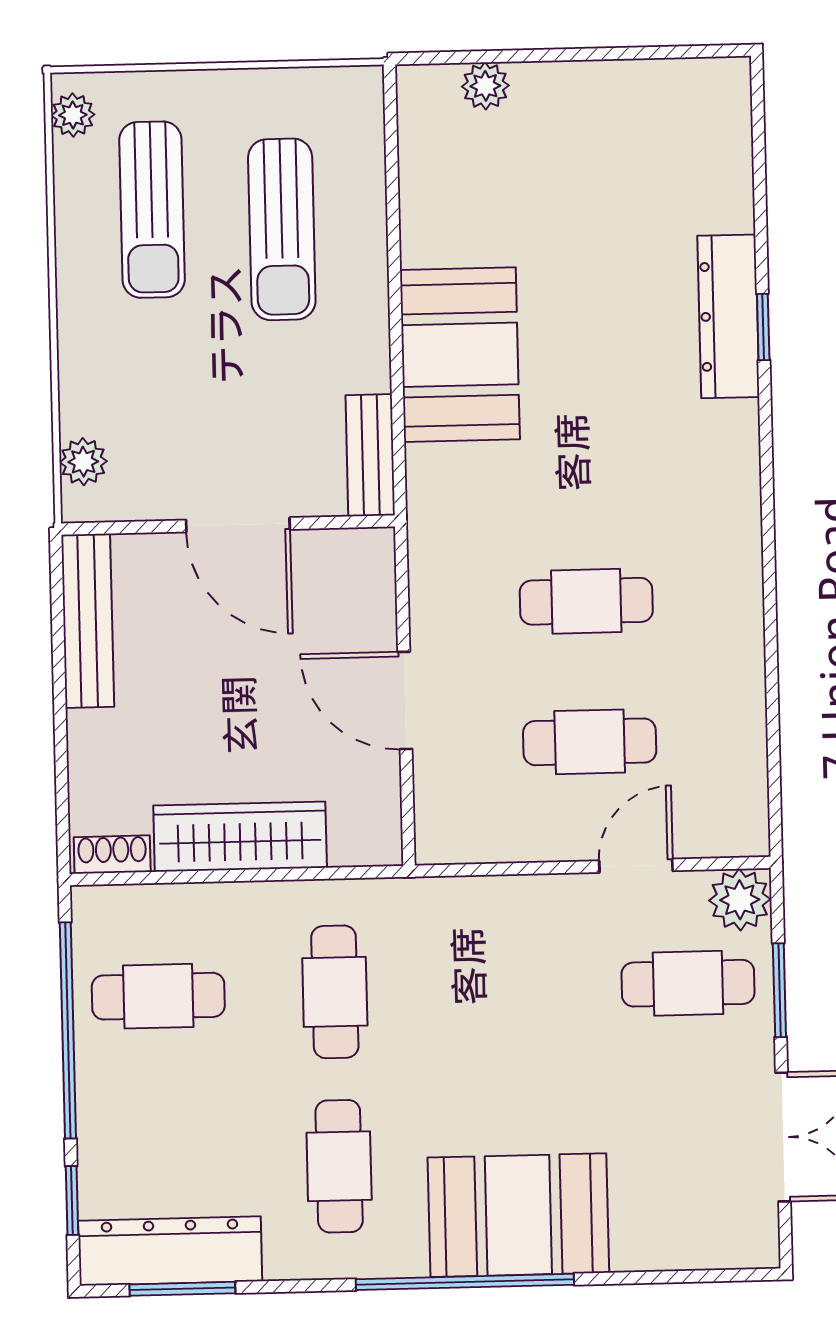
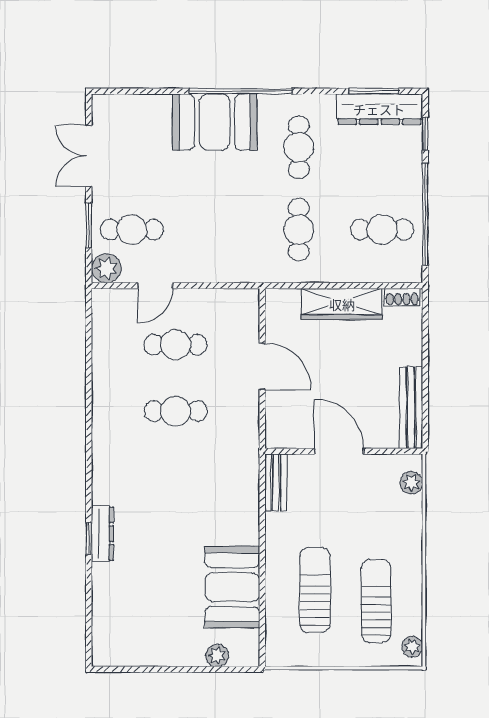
dresser: (728, 316) -> (102, 534), width x0.73, depth x0.80
booth: (460, 355) -> (232, 587), moved

